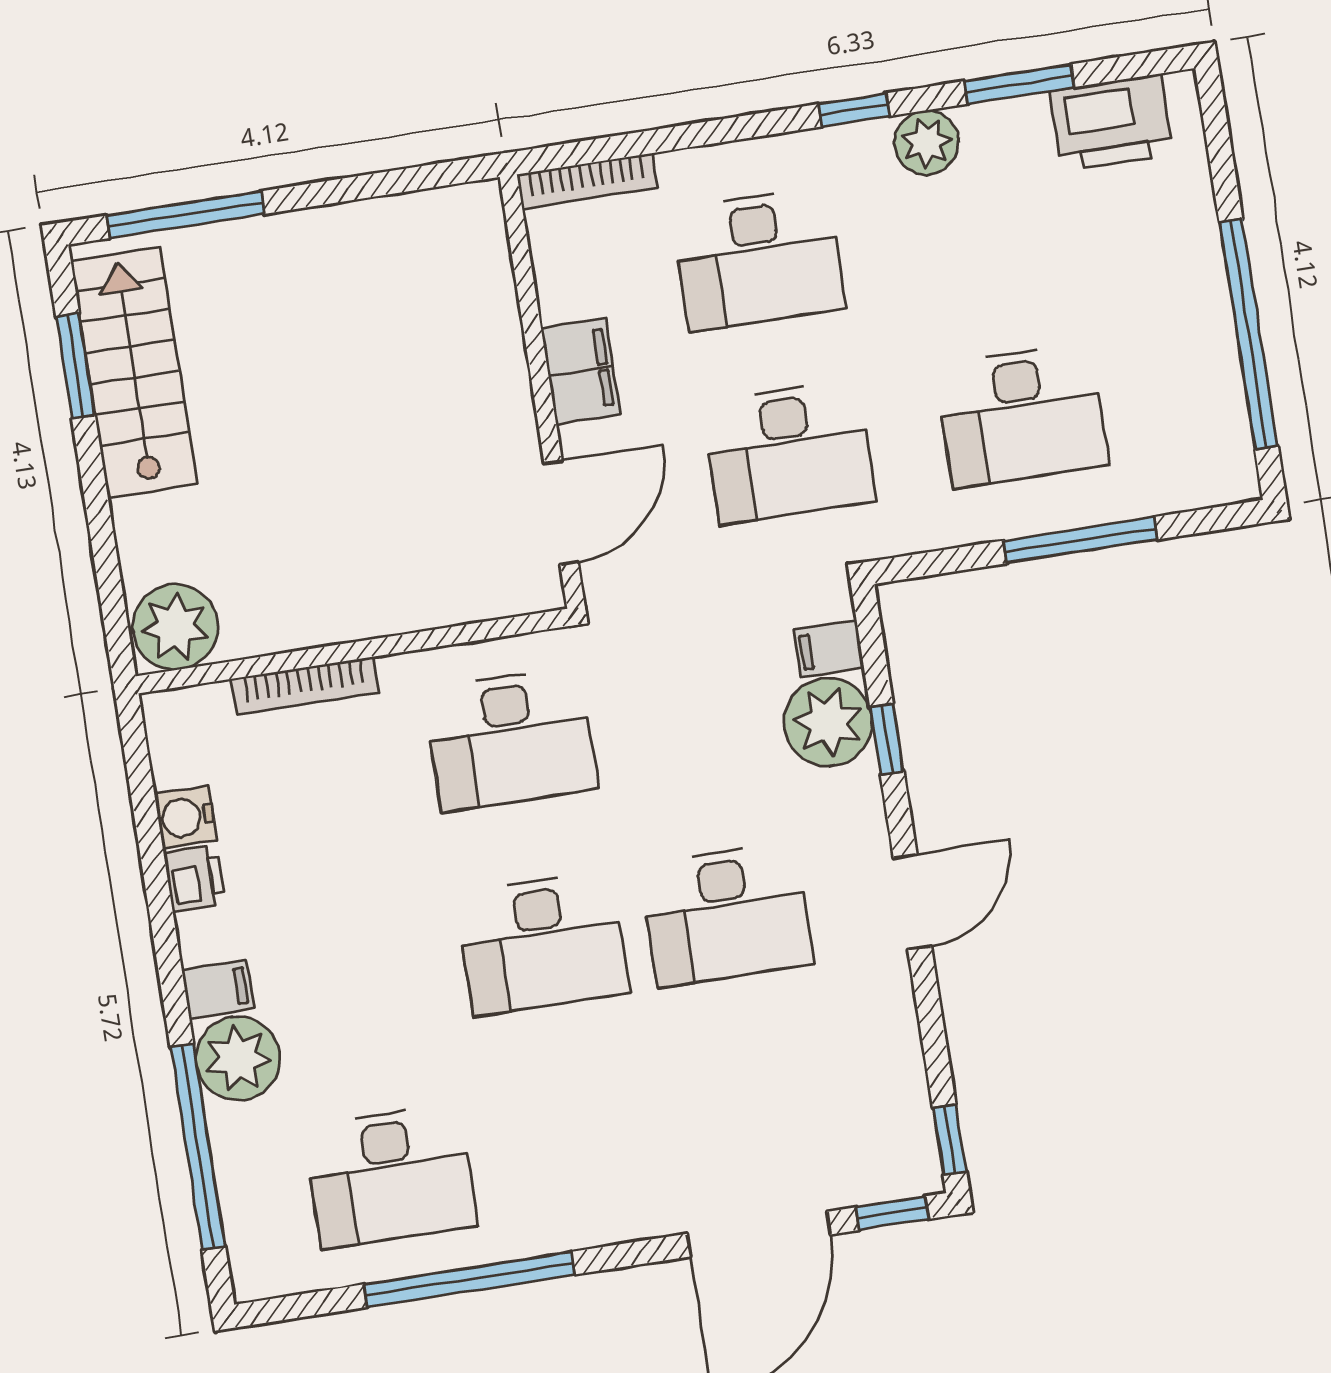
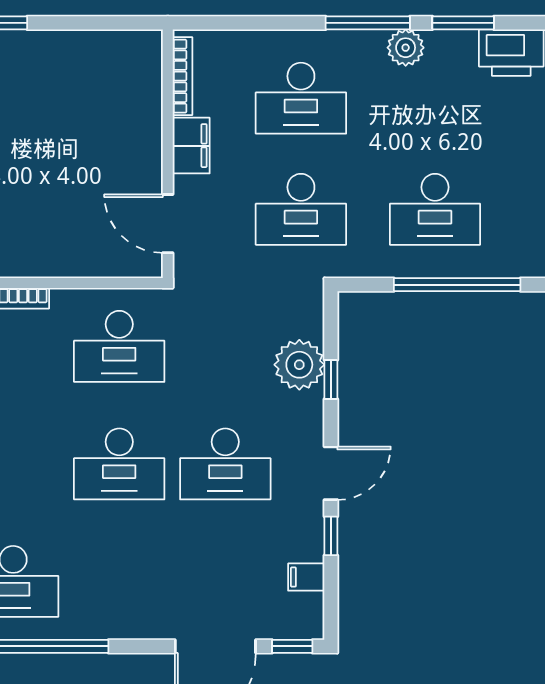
window: (854, 110) -> (368, 23), width x2.17
bookcase: (587, 181) -> (182, 76), moved, turned -90
door: (561, 513) -> (168, 224), swing flipped
window: (1080, 540) -> (457, 285), width x1.46
filing cabinet: (829, 649) -> (306, 577), moved
window: (950, 1140) -> (331, 536), moved

